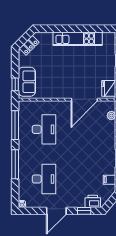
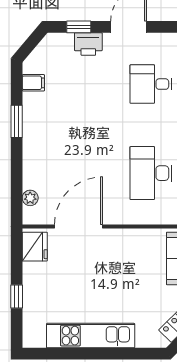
desk: (44, 179) -> (151, 84), width x0.73
printer: (93, 201) -> (88, 44), moved

